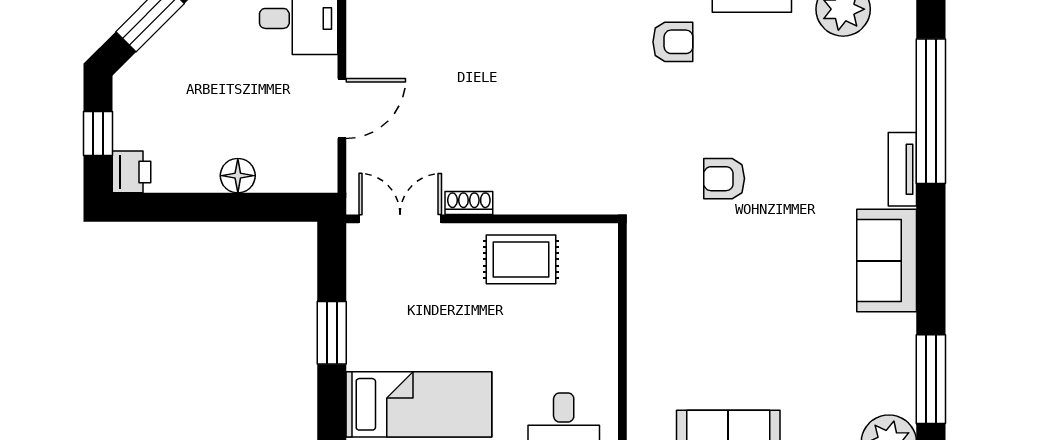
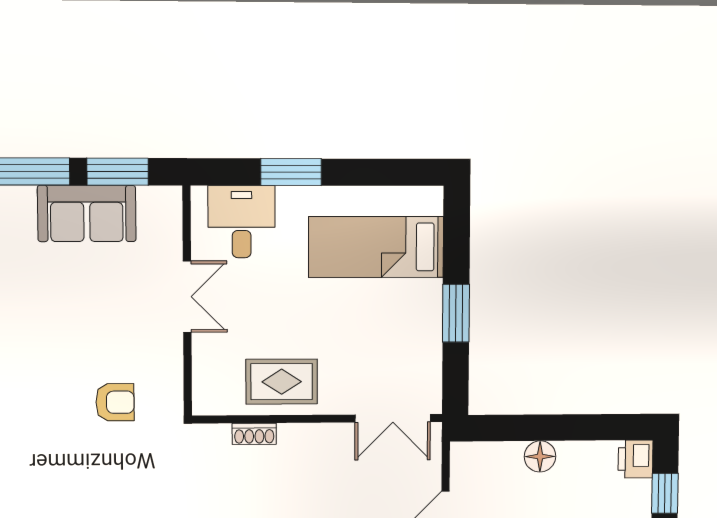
armchair: (724, 179) -> (115, 402), moved
shoe rack: (469, 203) -> (254, 434), moved
double door: (622, 351) -> (187, 297), added

